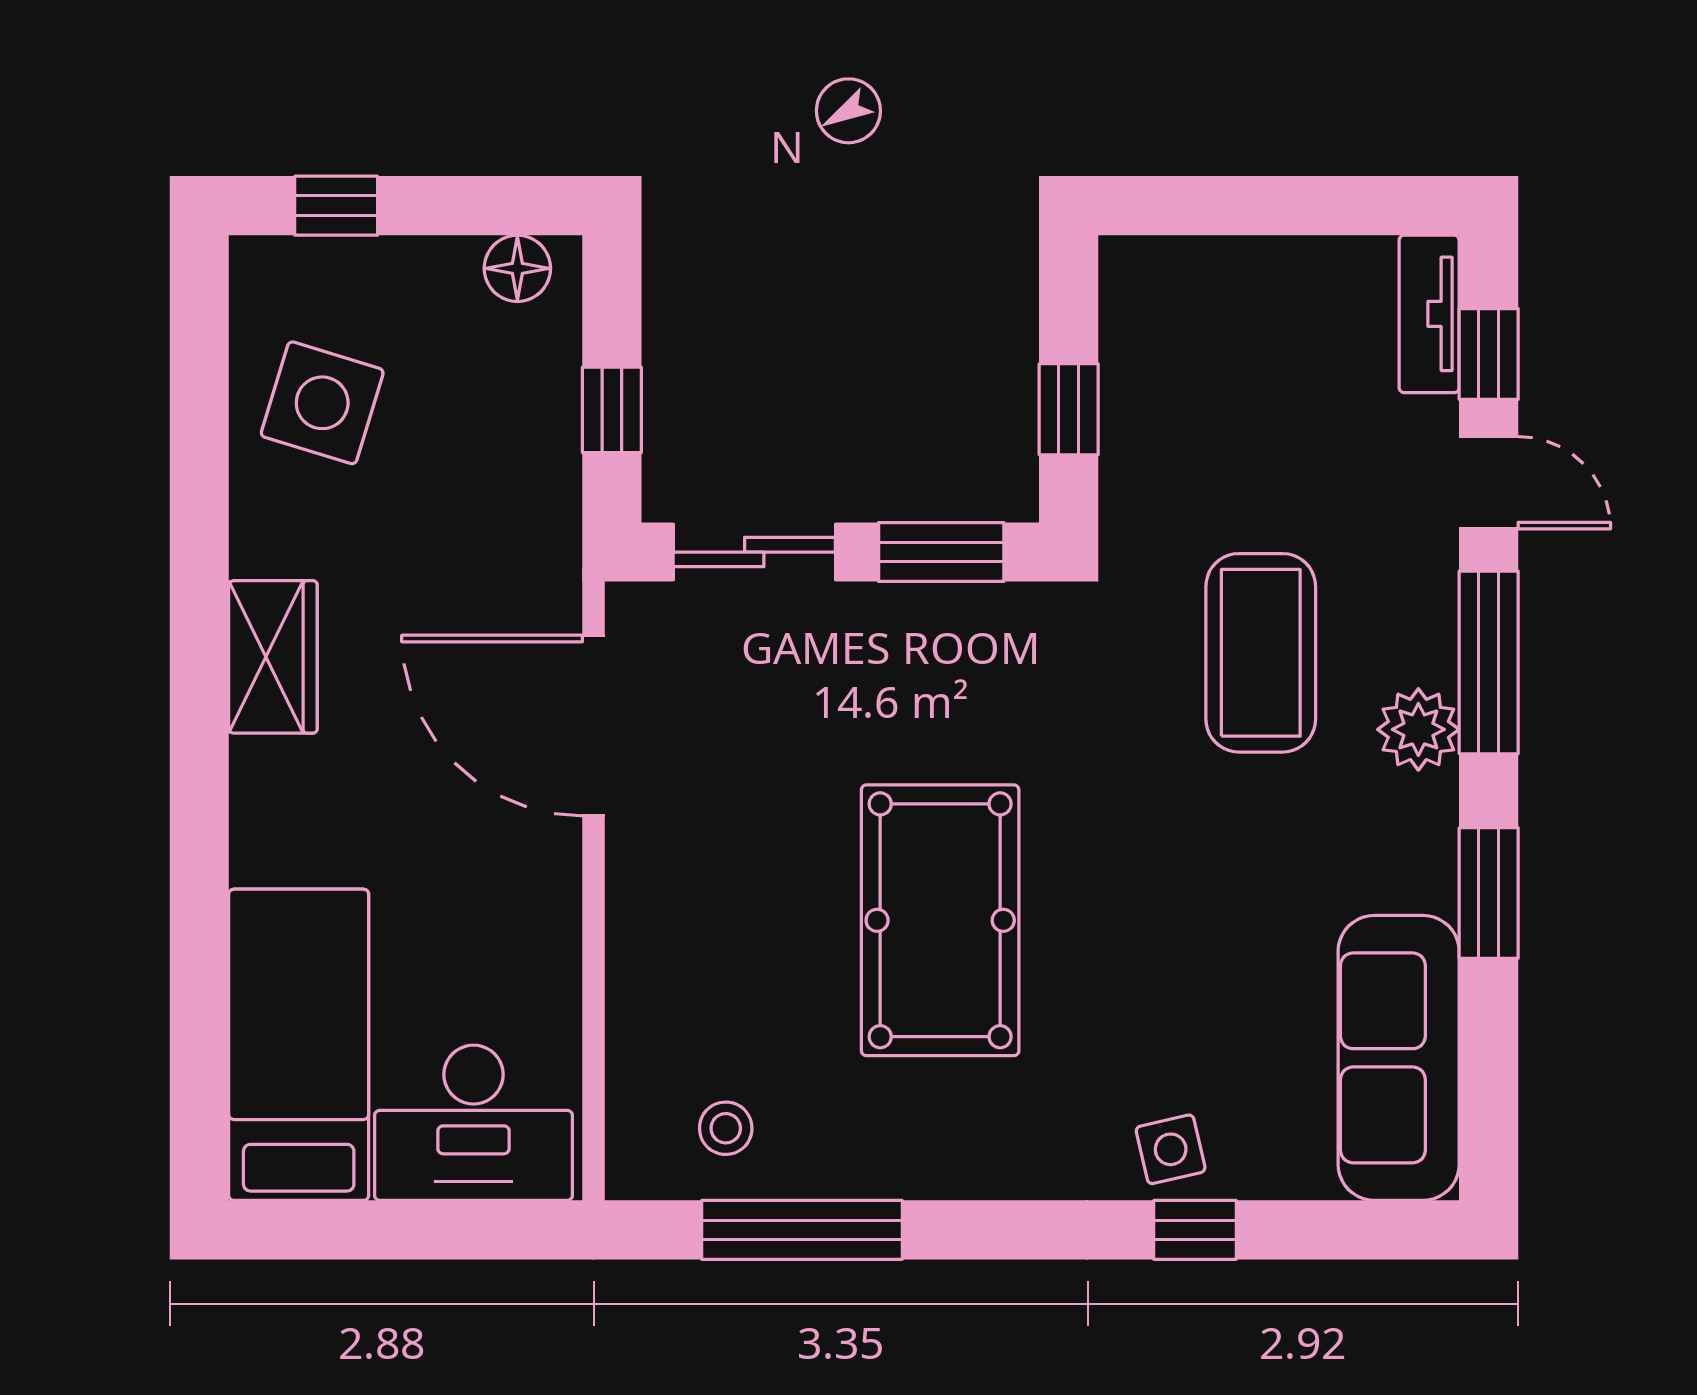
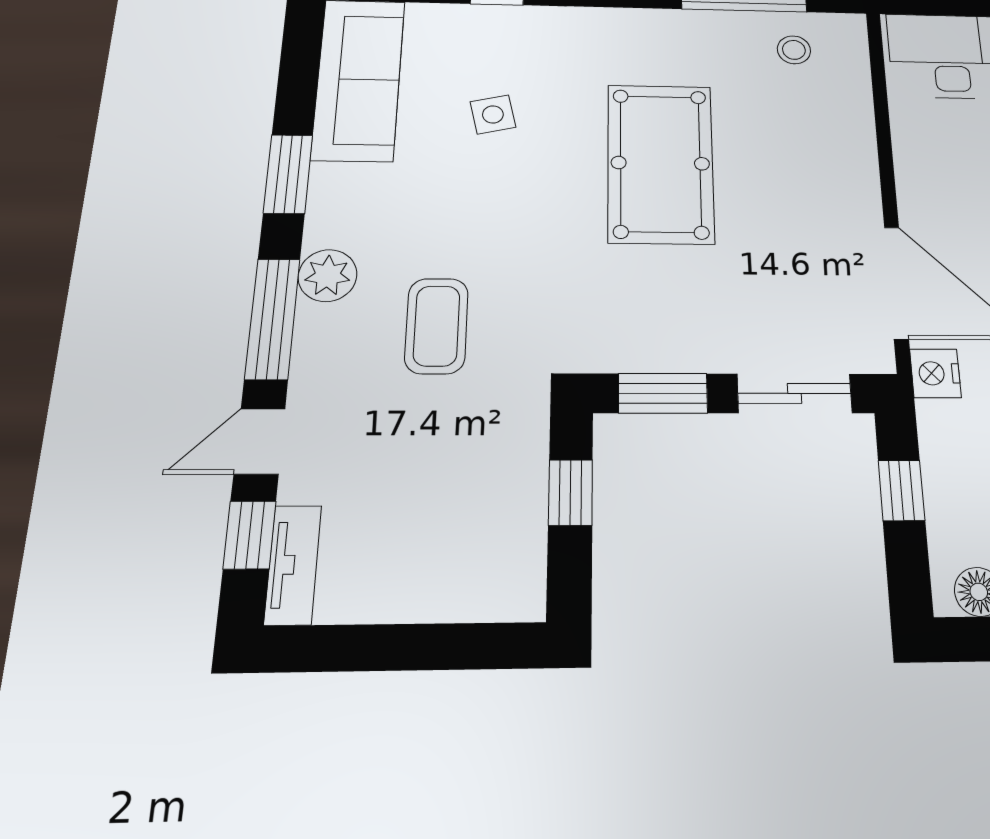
door: (1489, 483) -> (260, 441), hinge flipped
nightstand: (548, 583) -> (935, 373), added
coffee table: (1261, 653) -> (437, 326), width x0.73, depth x0.76
side table: (1171, 1149) -> (493, 114), moved

